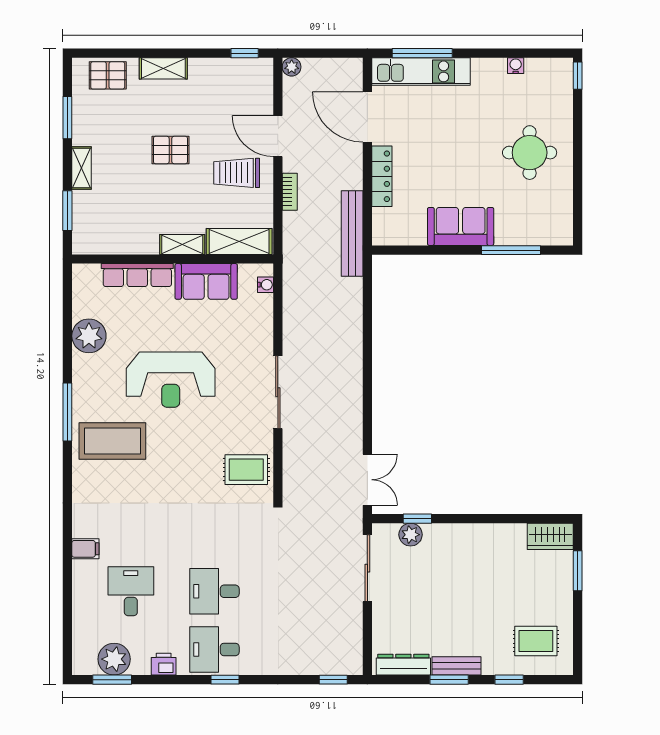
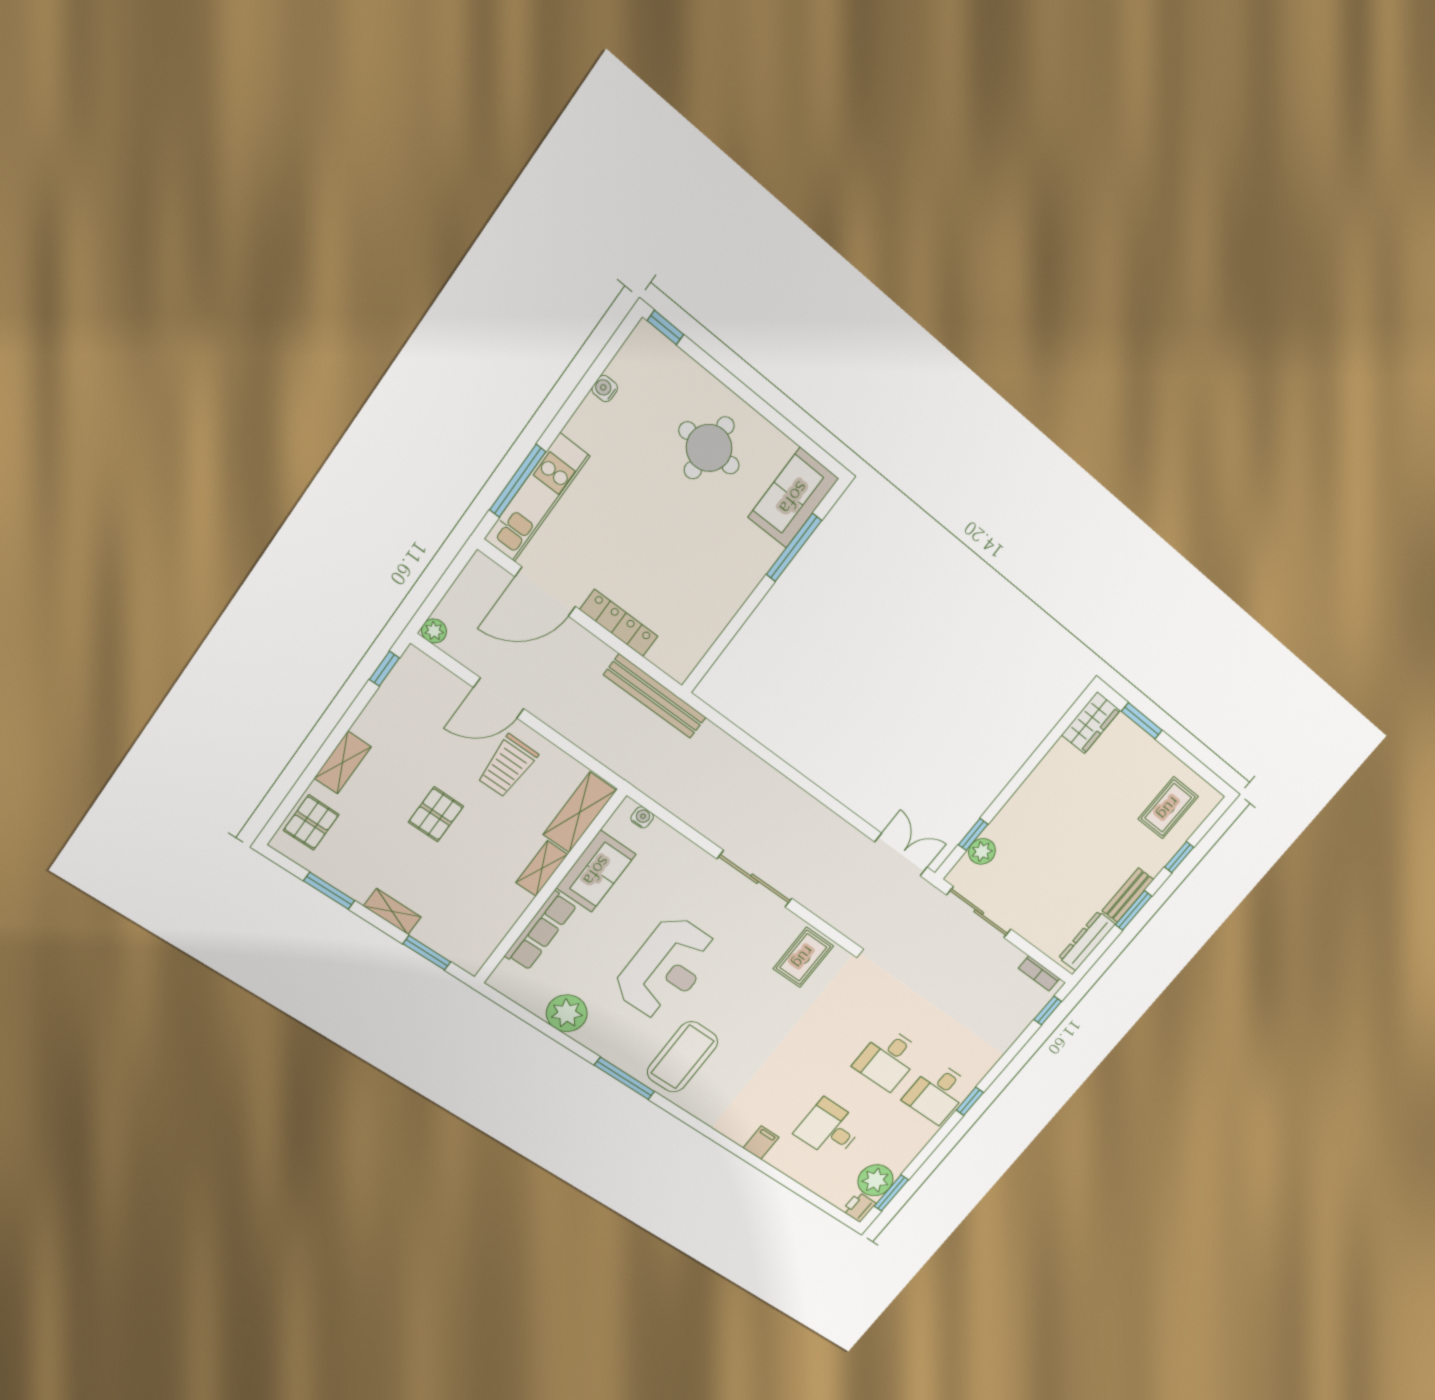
bookcase: (290, 192) -> (1039, 973), moved, turned 180
sofa: (461, 226) -> (793, 498), moved
printer: (164, 664) -> (859, 1207), moved

